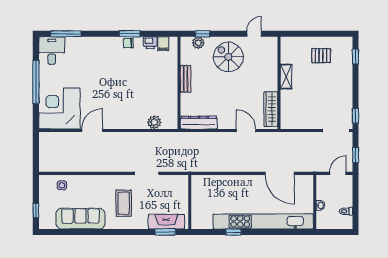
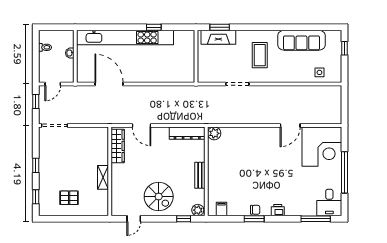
printer: (150, 43) -> (278, 210), moved
plant: (198, 43) -> (198, 210), moved
window: (356, 116) -> (36, 165), moved
plant: (154, 122) -> (214, 133), moved

